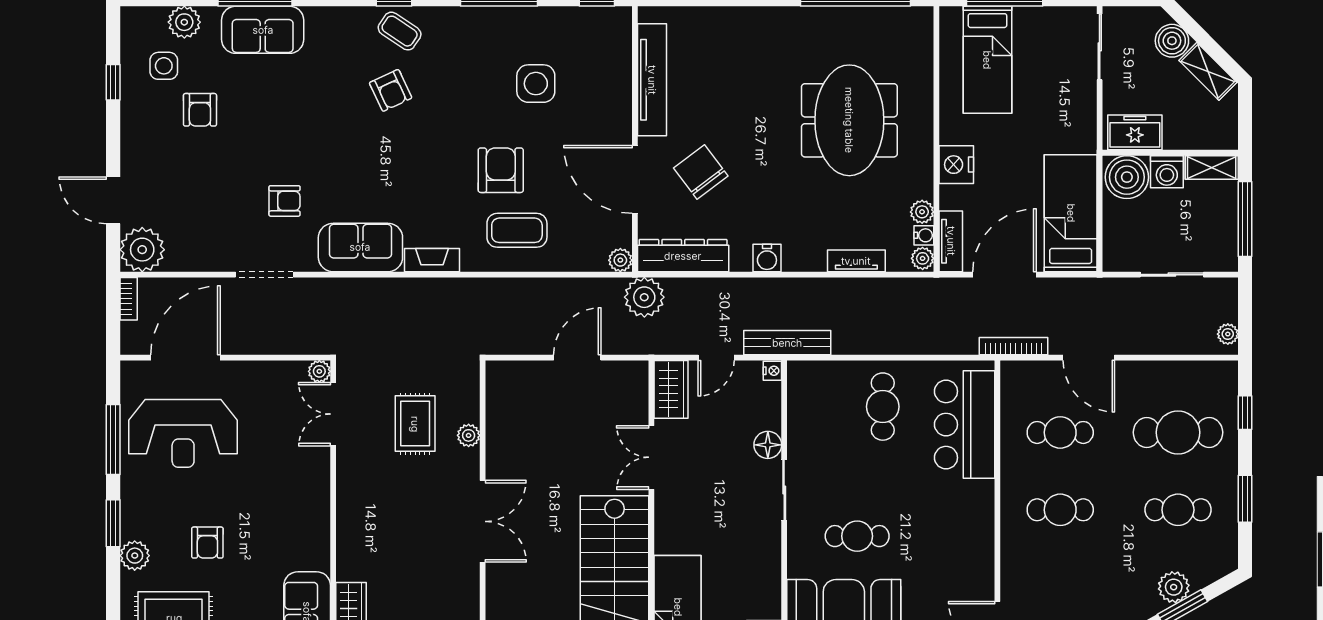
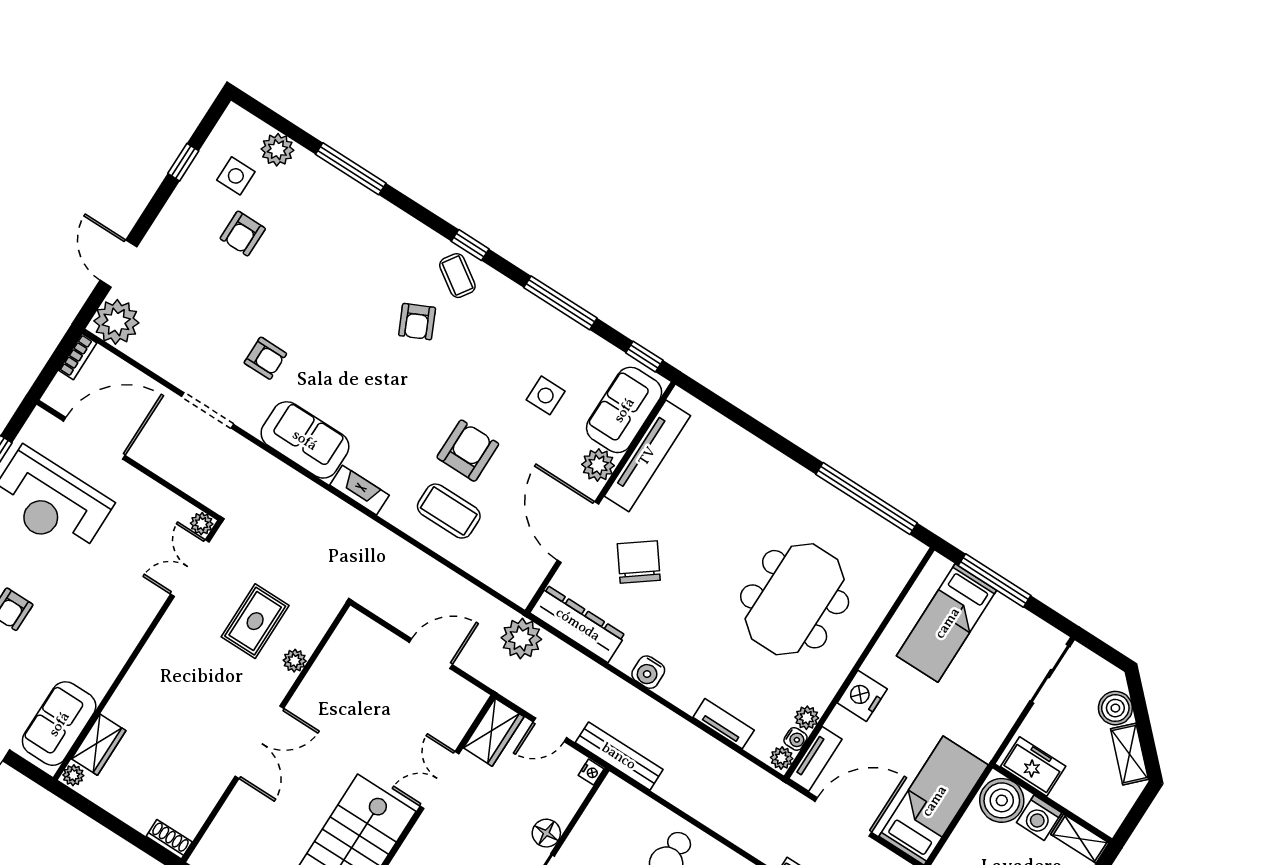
sofa: (263, 30) -> (624, 410), moved, turned 90
side table: (536, 84) -> (546, 395), width x0.73, depth x0.73
plant: (620, 260) -> (598, 465), moved, width x1.38, depth x1.38

